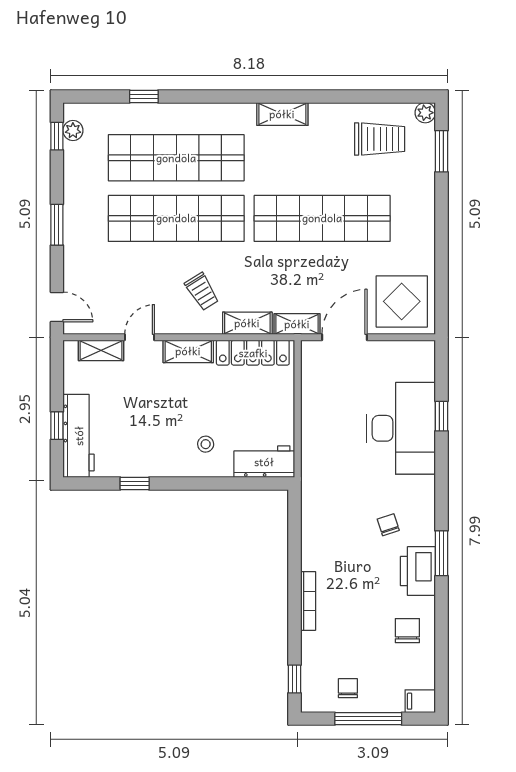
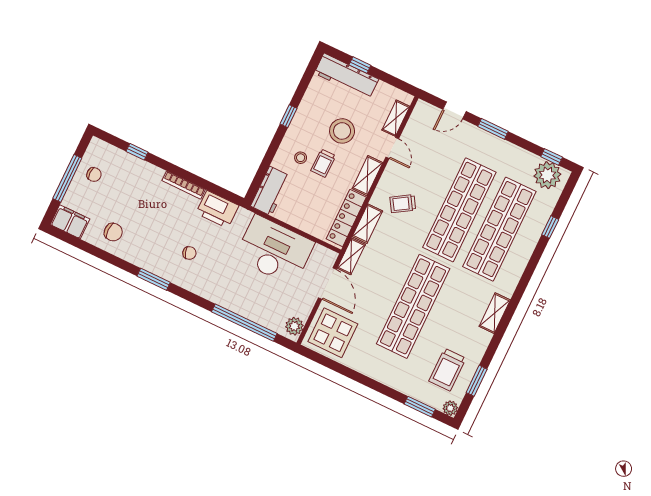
window: (376, 96) -> (477, 381), added
plant: (73, 130) -> (547, 175), width x1.87, depth x1.87
door: (57, 307) -> (454, 110), moved
plant: (416, 353) -> (294, 326), added
stool: (148, 409) -> (342, 131), added
trolley: (199, 413) -> (323, 163), added
window: (441, 416) -> (244, 323), width x3.17
desk: (401, 428) -> (274, 250), moved, turned 180
window: (135, 483) -> (289, 116), moved
printer: (418, 571) -> (217, 209), moved, turned 180
bookcase: (308, 601) -> (184, 185), moved
window: (295, 679) -> (137, 152), moved
filing cabinet: (420, 701) -> (70, 222), width x2.00

